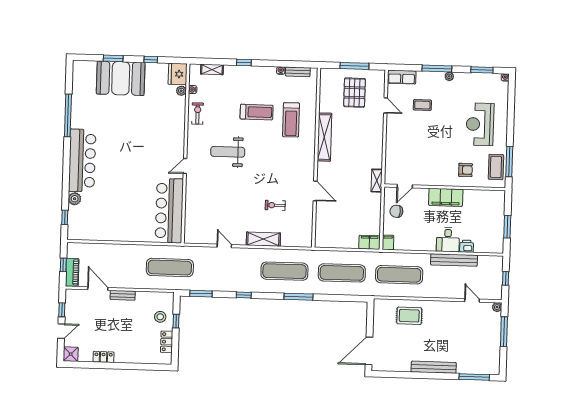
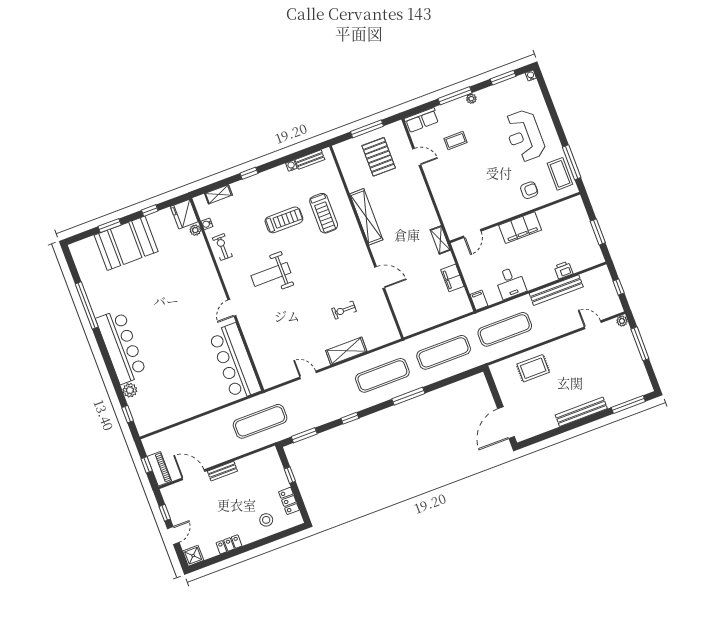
chair: (396, 211) -> (474, 264), removed
desk: (448, 240) -> (510, 283), moved
filing cabinet: (370, 242) -> (452, 278), moved, turned -90
stool: (160, 317) -> (266, 520), moved

